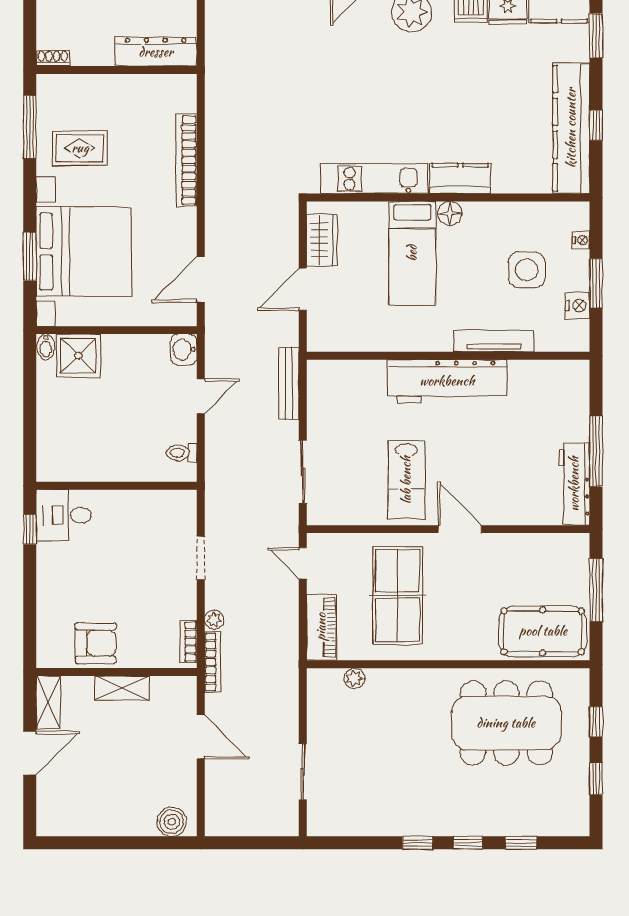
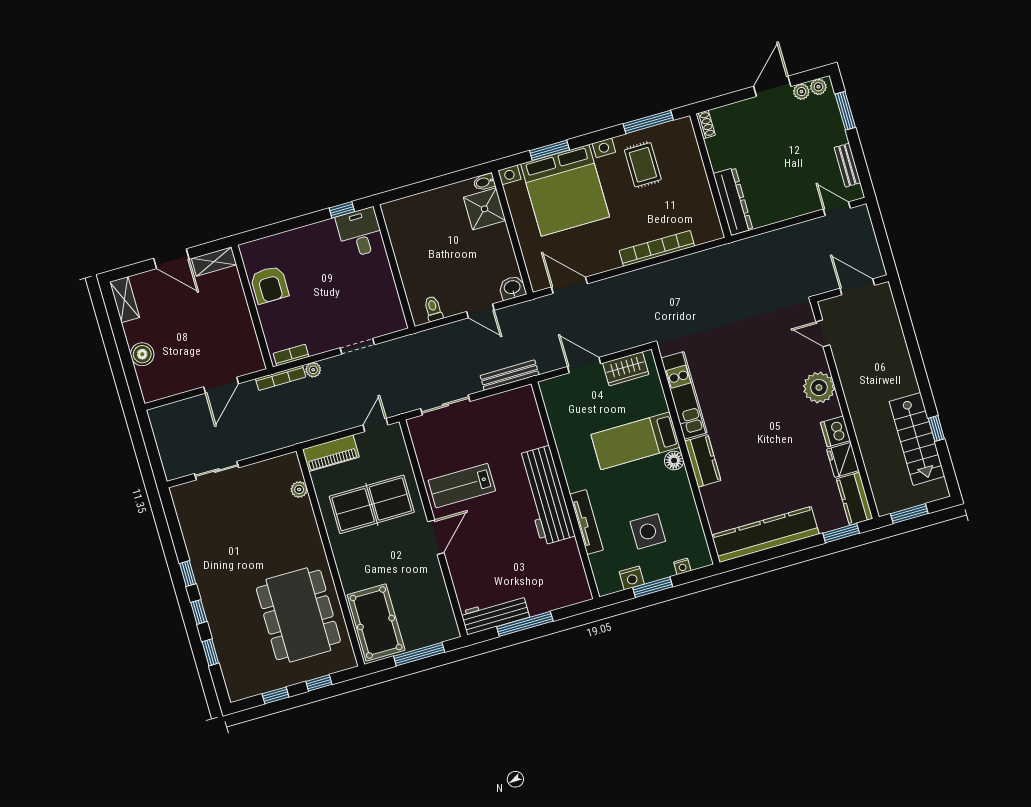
window: (596, 125) -> (773, 553), removed
shelving: (122, 688) -> (125, 300), moved
boiler: (172, 822) -> (142, 354), moved

